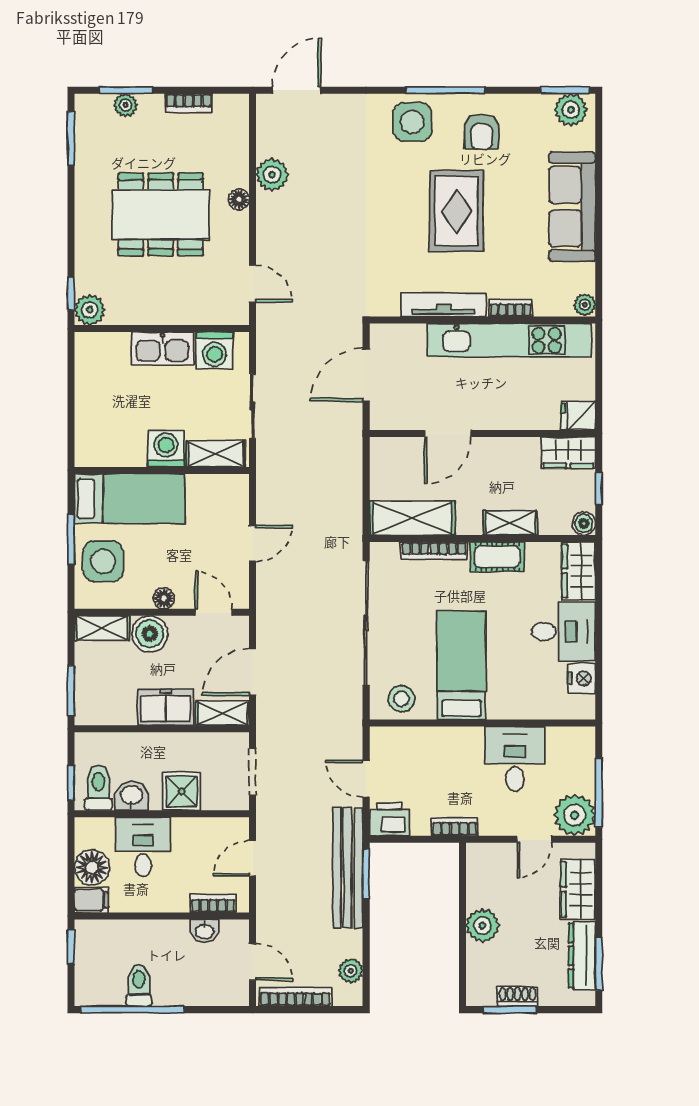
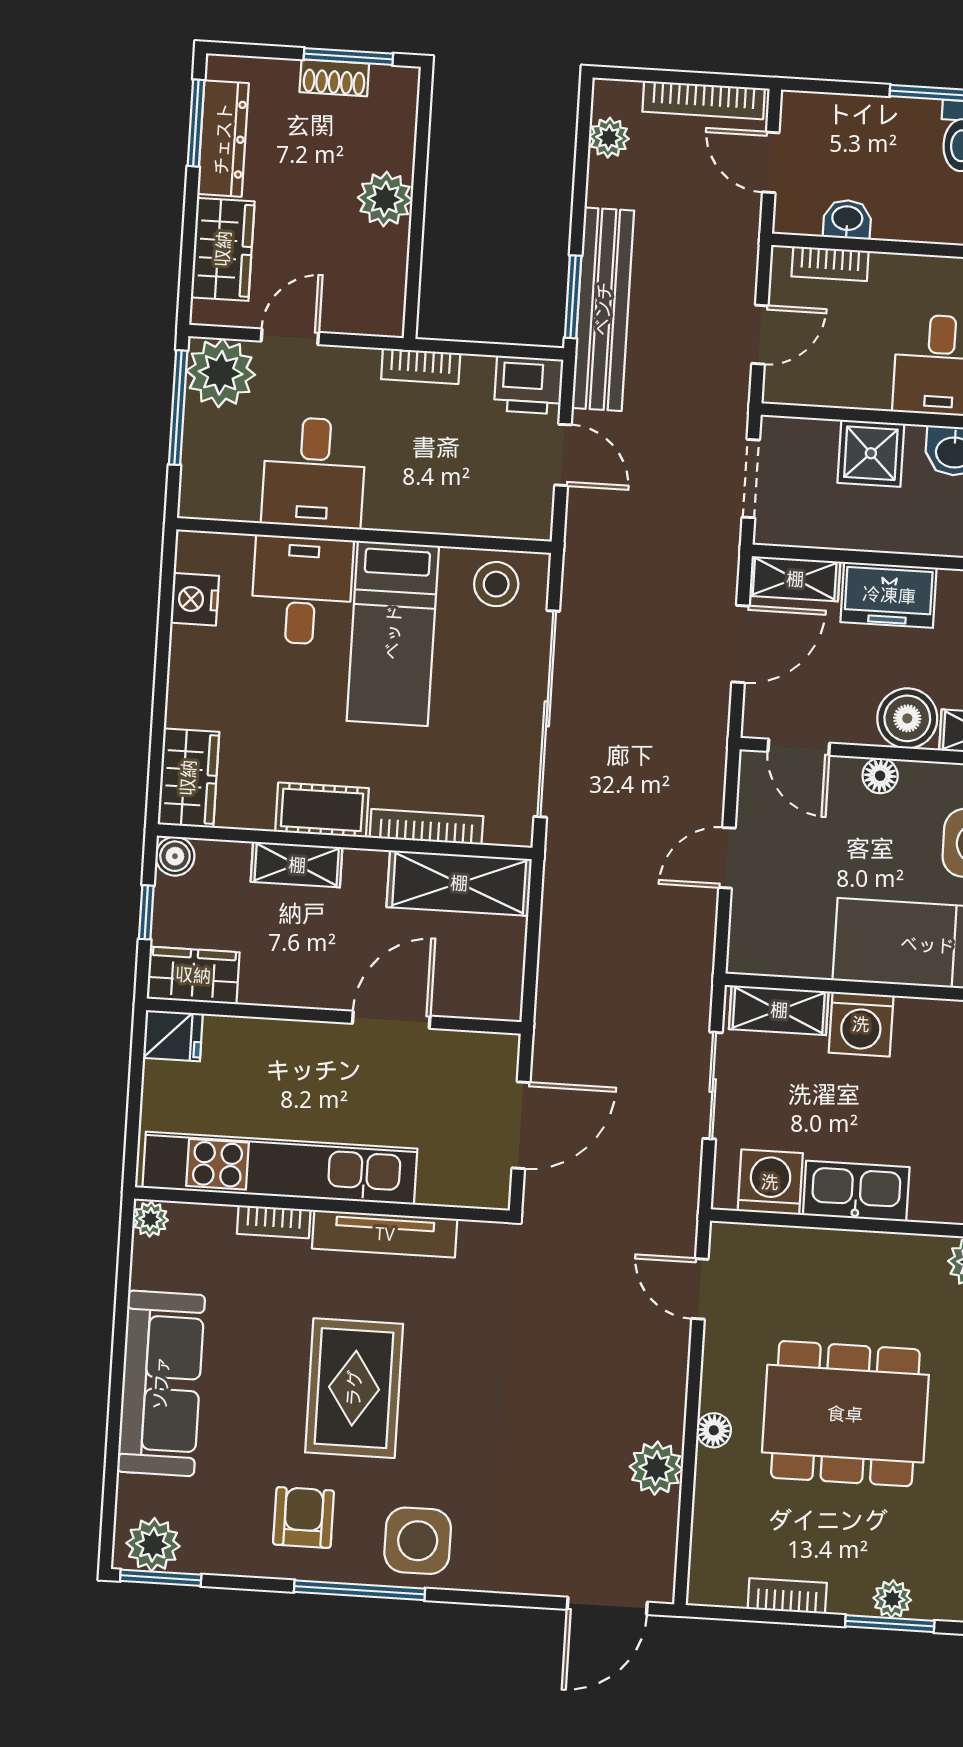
desk: (564, 632) -> (302, 590), moved, turned 90

